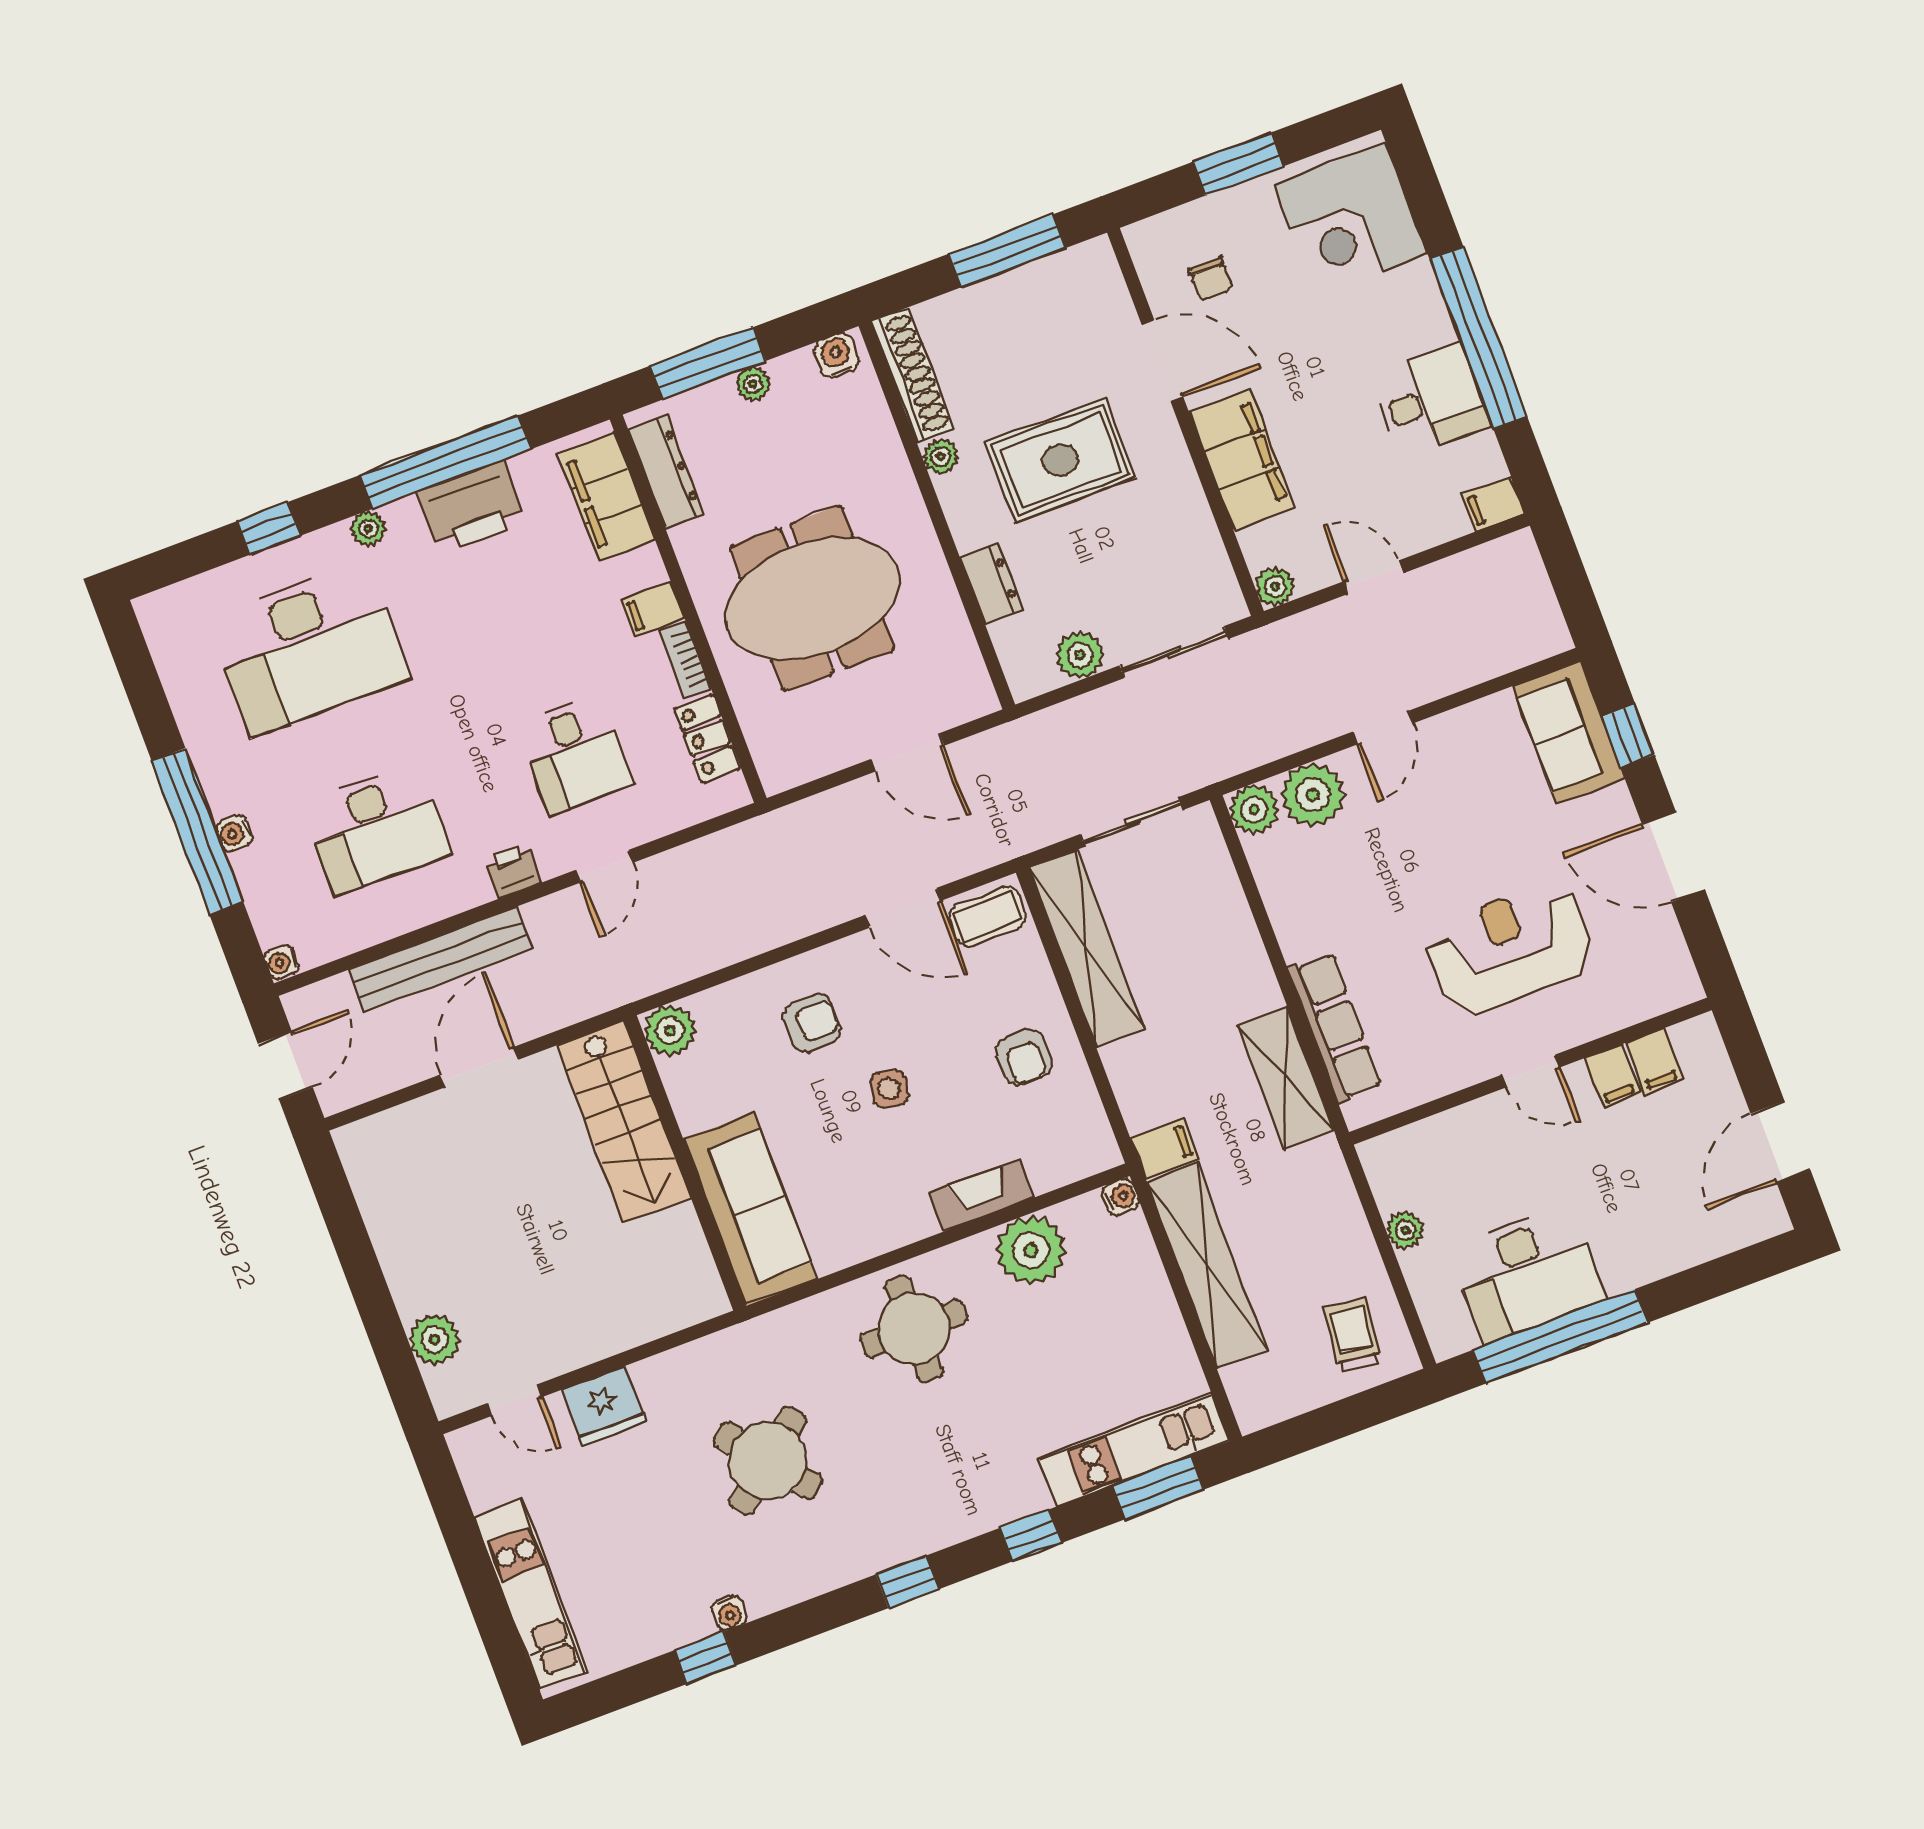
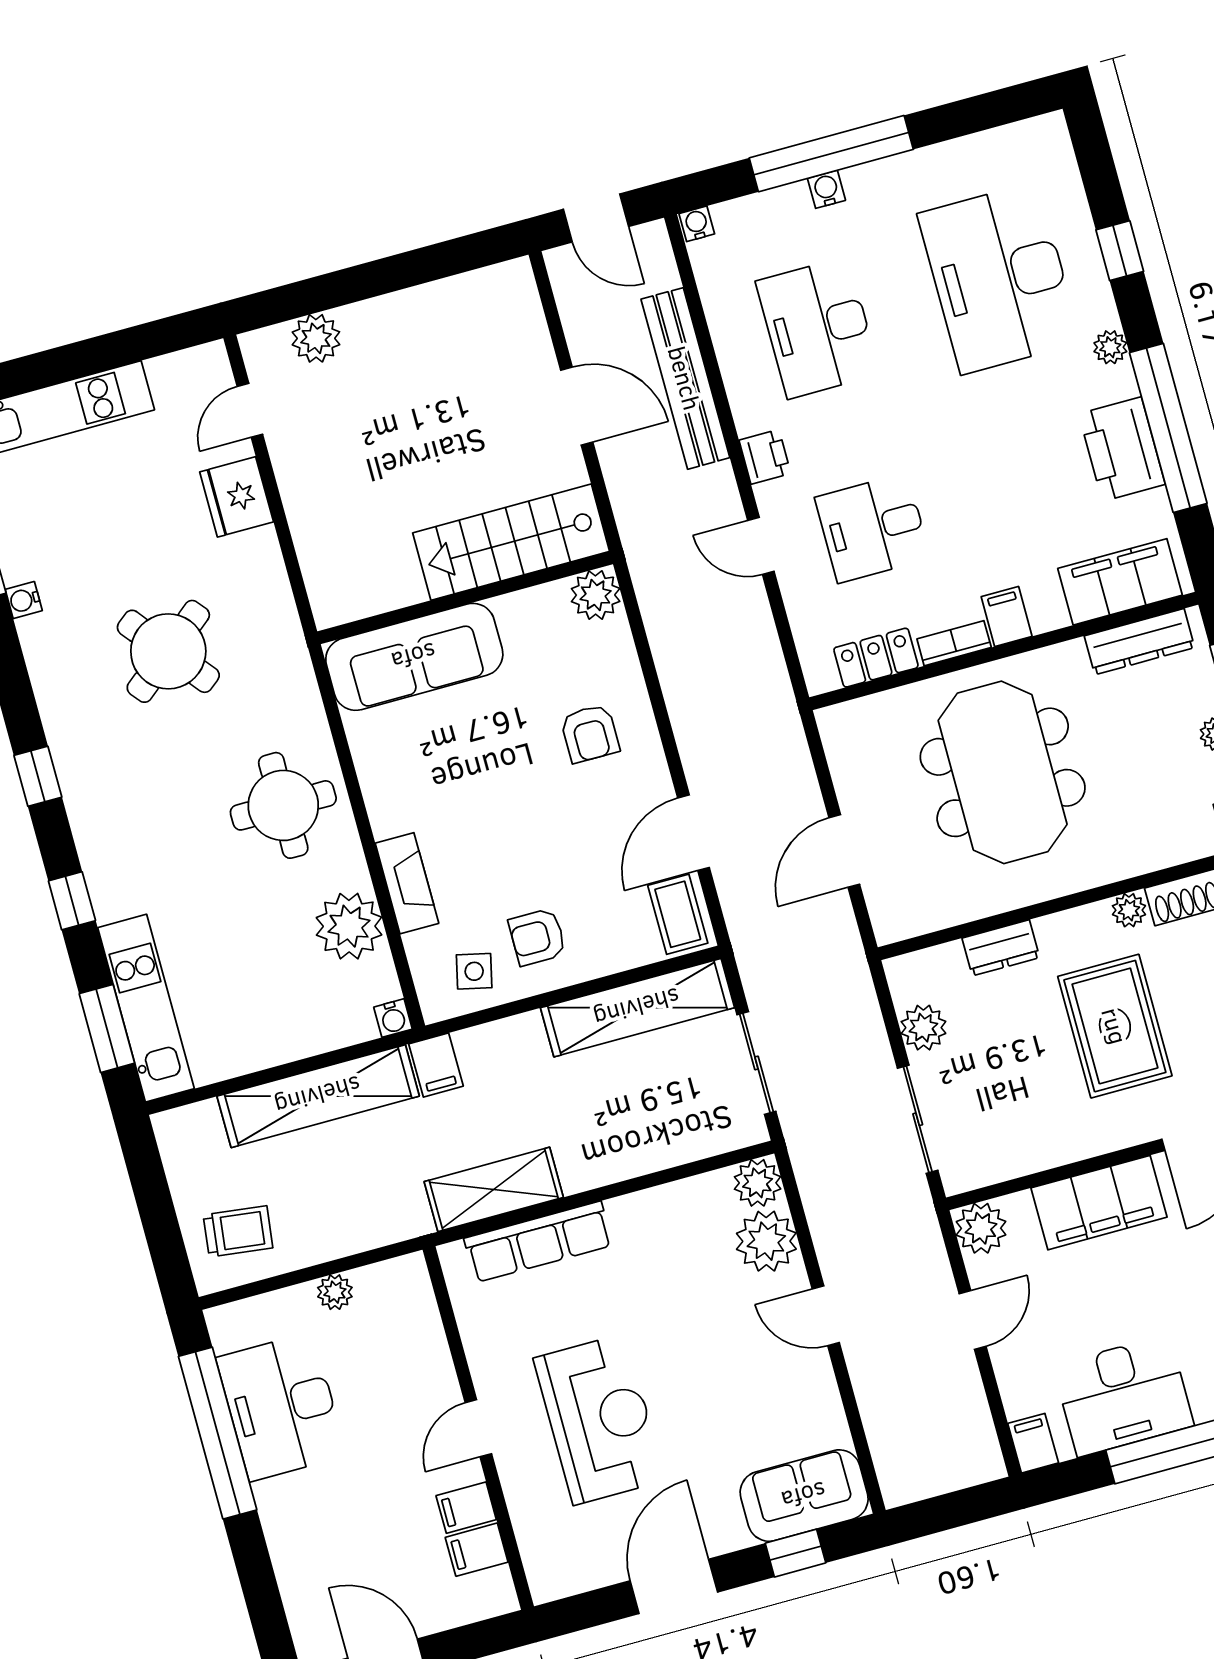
desk: (1430, 400) -> (1123, 1396), width x1.37
plant: (1275, 587) -> (981, 1228), width x1.38, depth x1.38
side table: (889, 1089) -> (474, 971), moved

